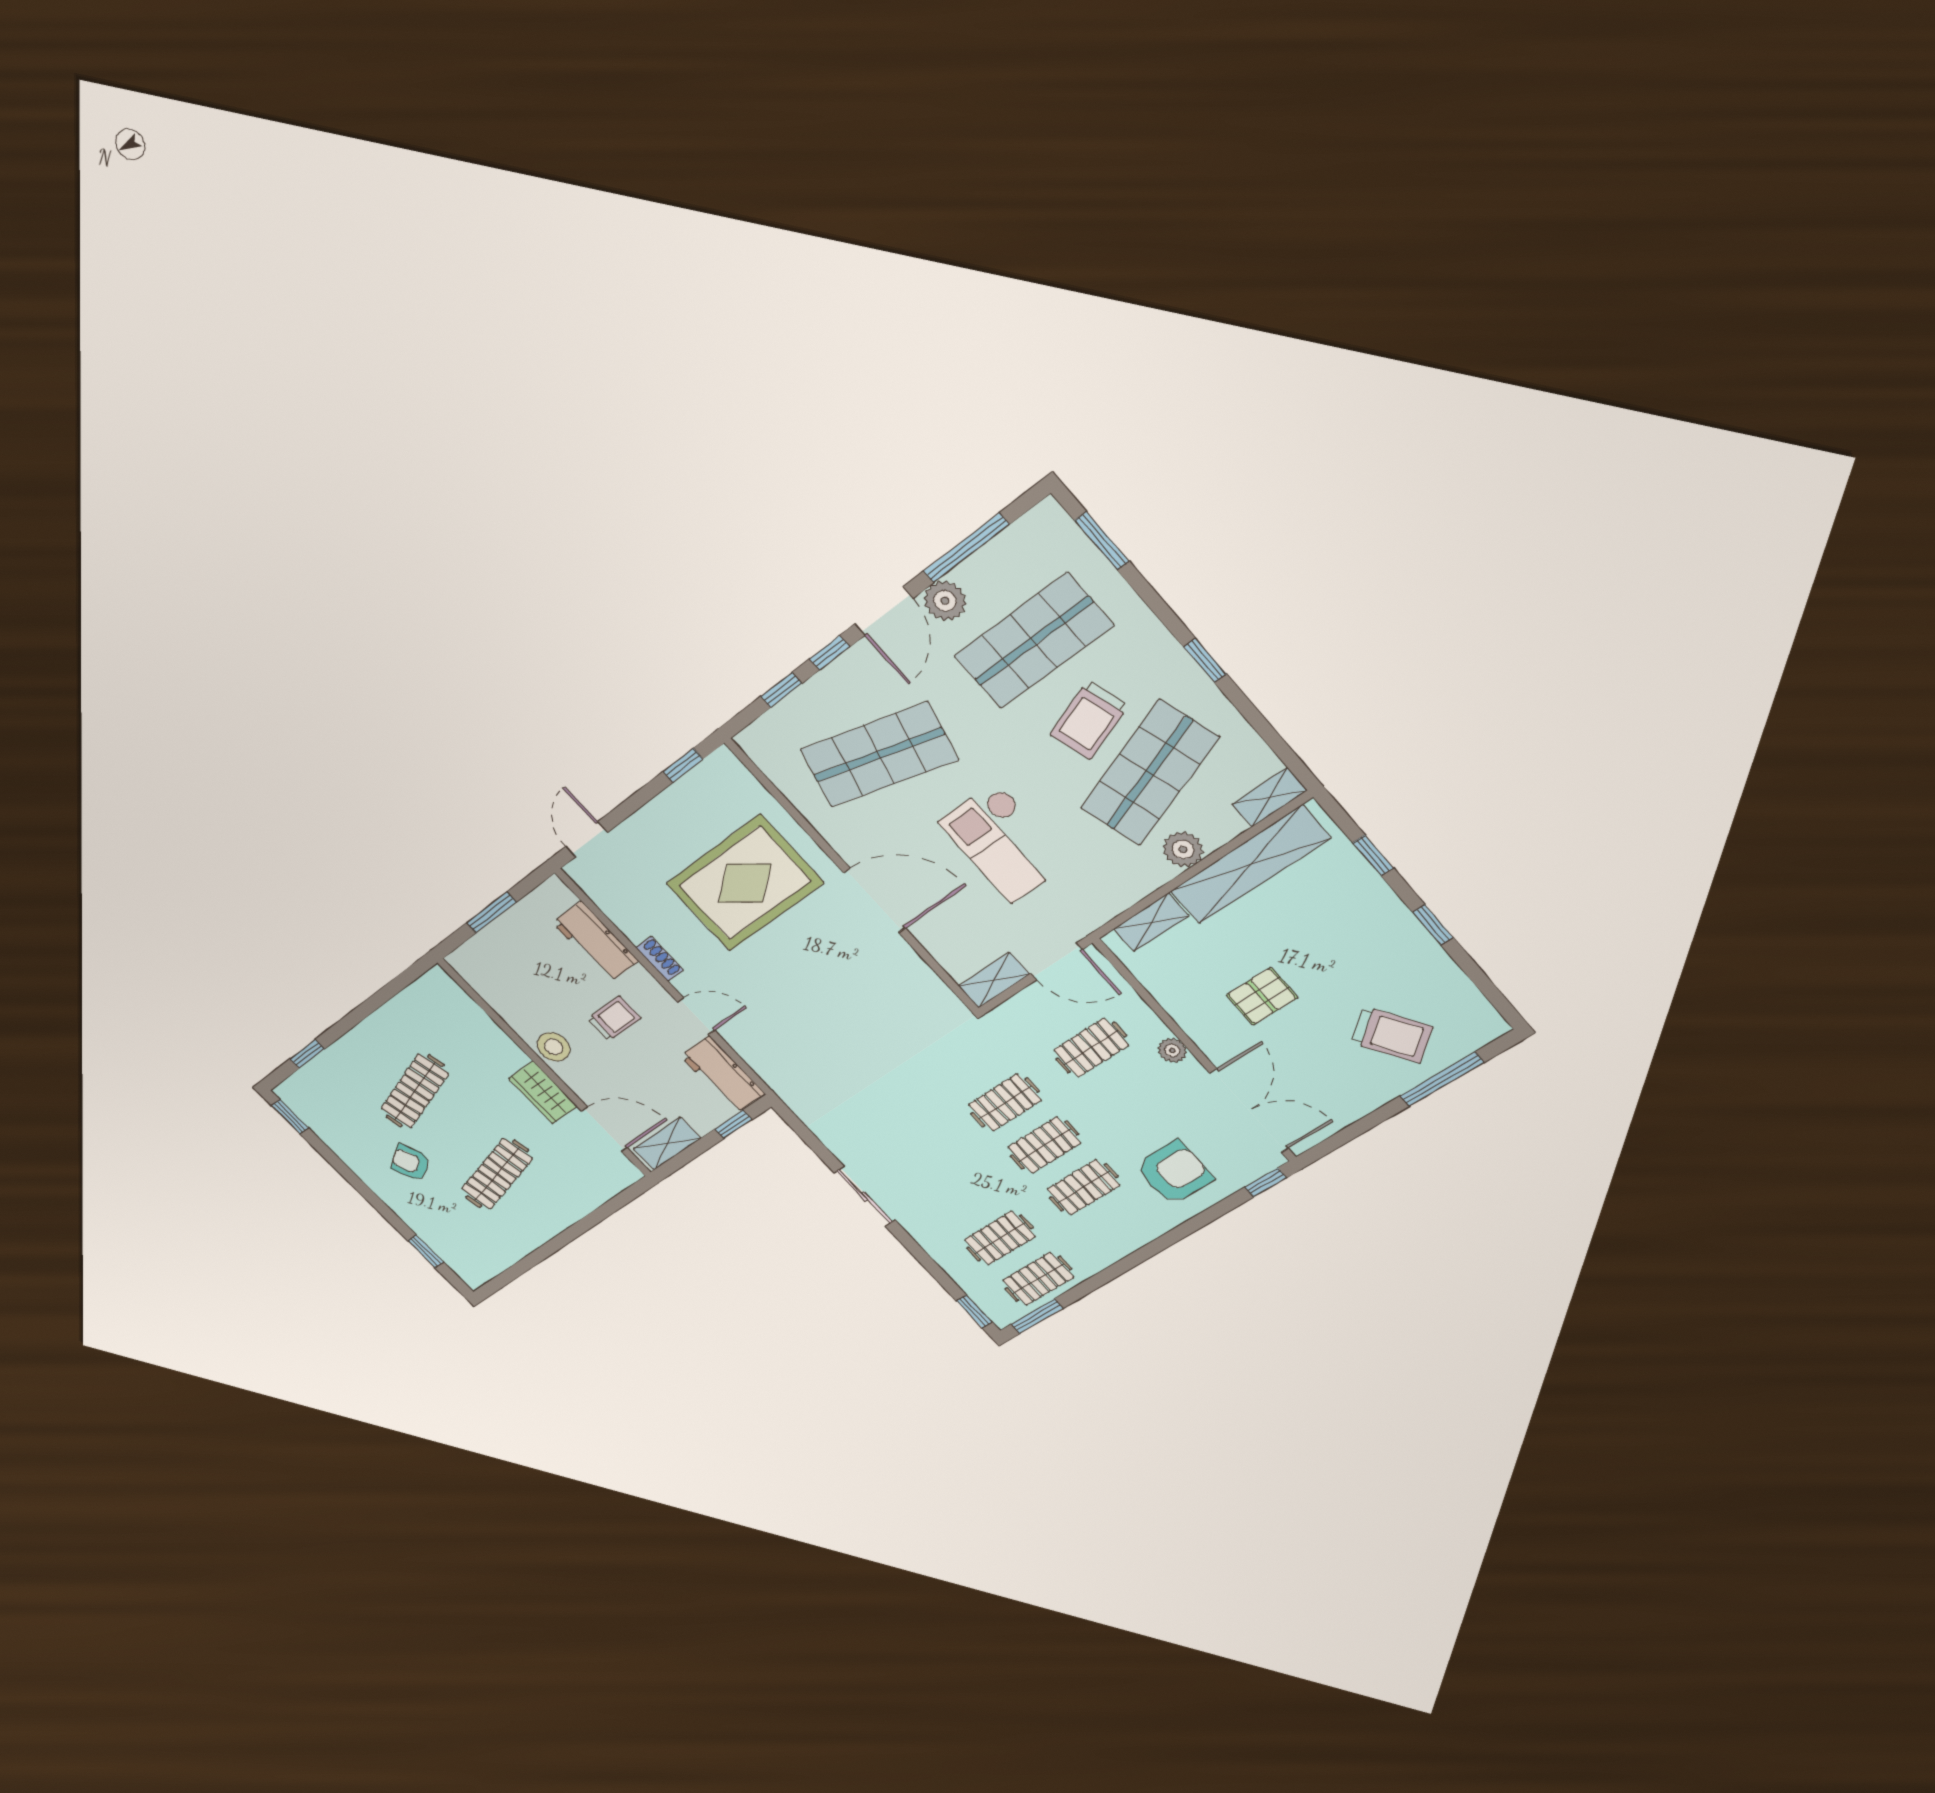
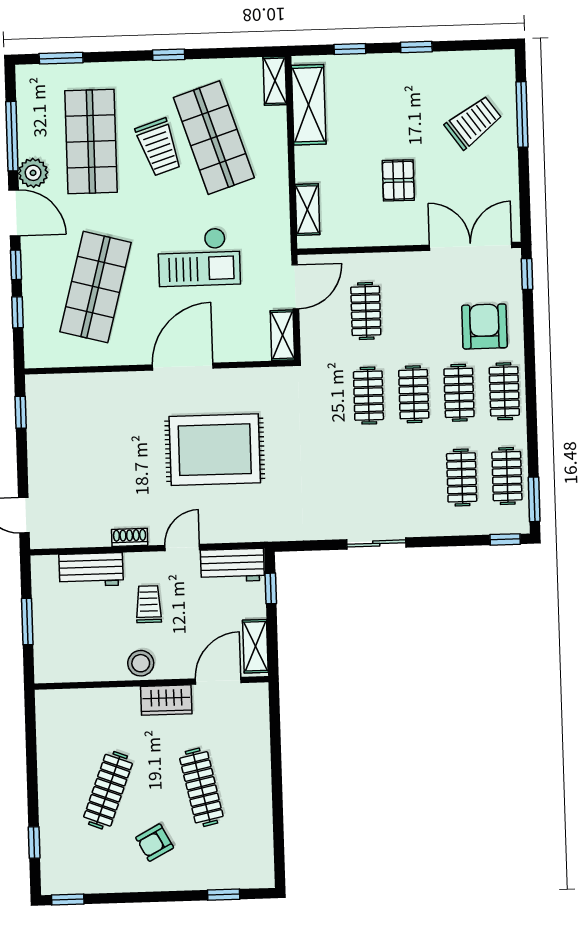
plant: (1183, 849) -> (274, 155), removed
shelving: (1250, 865) -> (309, 105), width x0.68
rug: (745, 883) -> (215, 450), moved, turned 90
plant: (1172, 1050) -> (400, 262), removed
clothes rail: (415, 1091) -> (108, 790), turned 36
clothes rail: (1122, 1229) -> (504, 391), added

